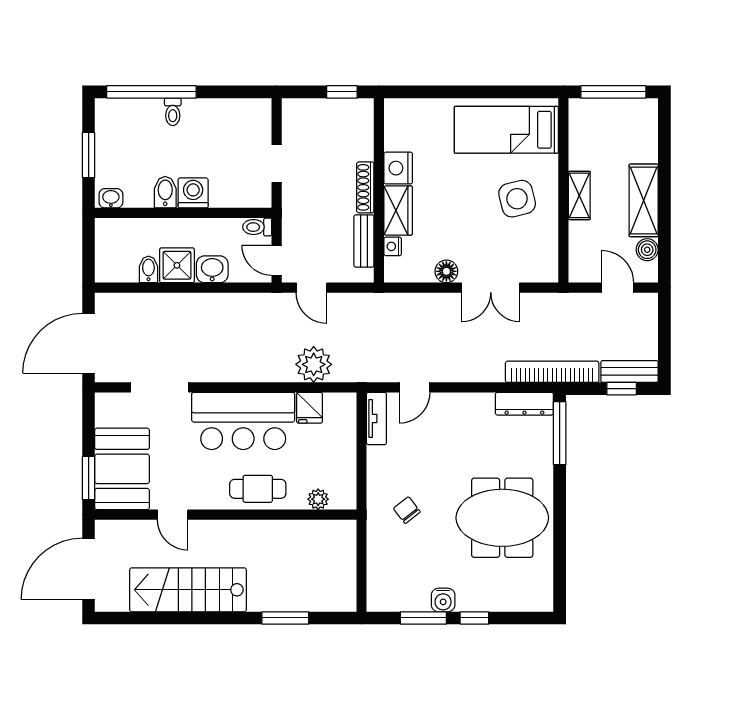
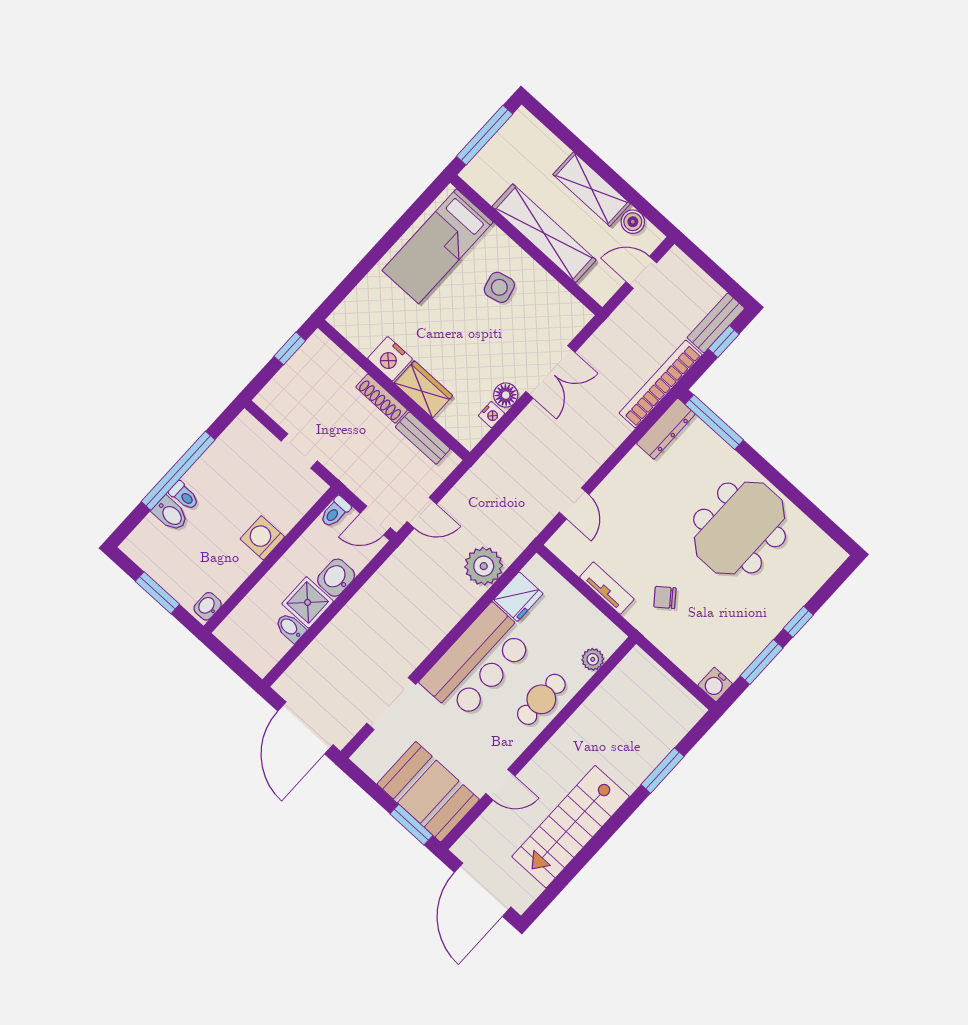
window: (151, 92) -> (178, 471), moved
bidet: (165, 192) -> (170, 514), moved, turned 180
shelving: (579, 195) -> (544, 233), width x2.20, depth x1.33
side table: (517, 199) -> (499, 287), width x0.73, depth x0.73
nightstand: (393, 246) -> (492, 415), moved, turned -90
fridge: (310, 408) -> (518, 597), width x1.38
tv unit: (376, 419) -> (607, 588), moved
water cooler: (443, 600) -> (715, 684), moved, turned 90

